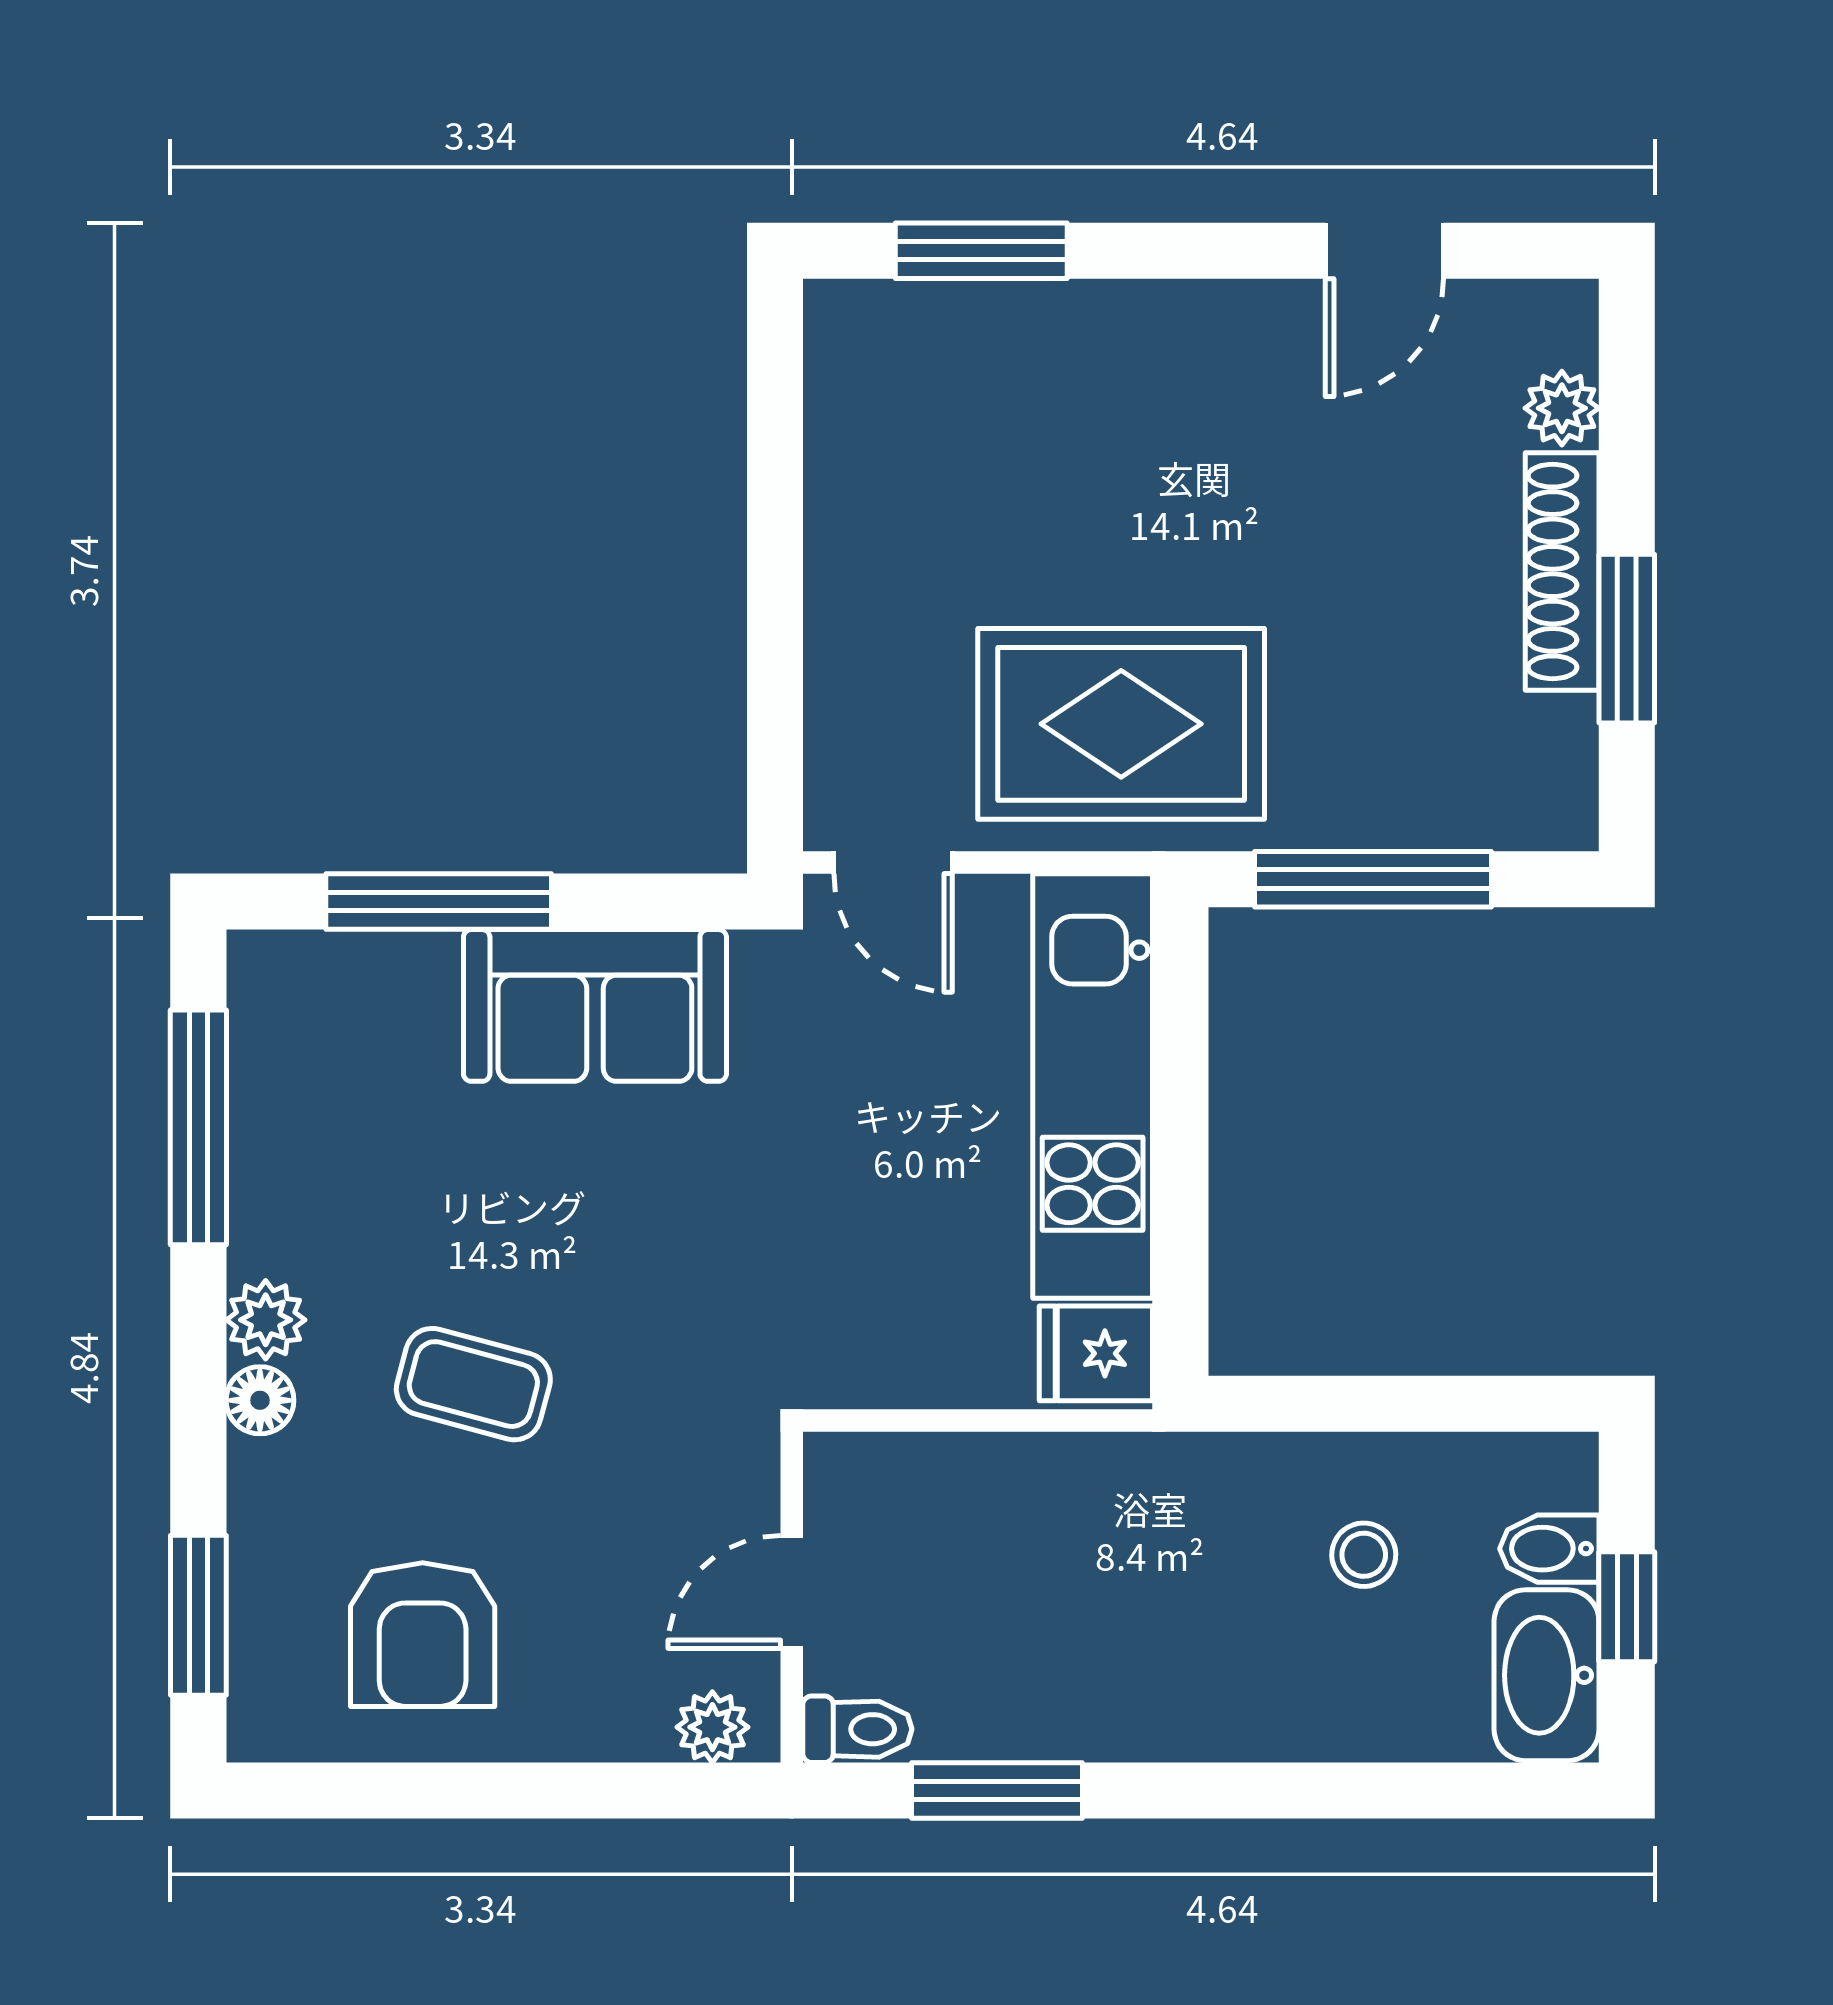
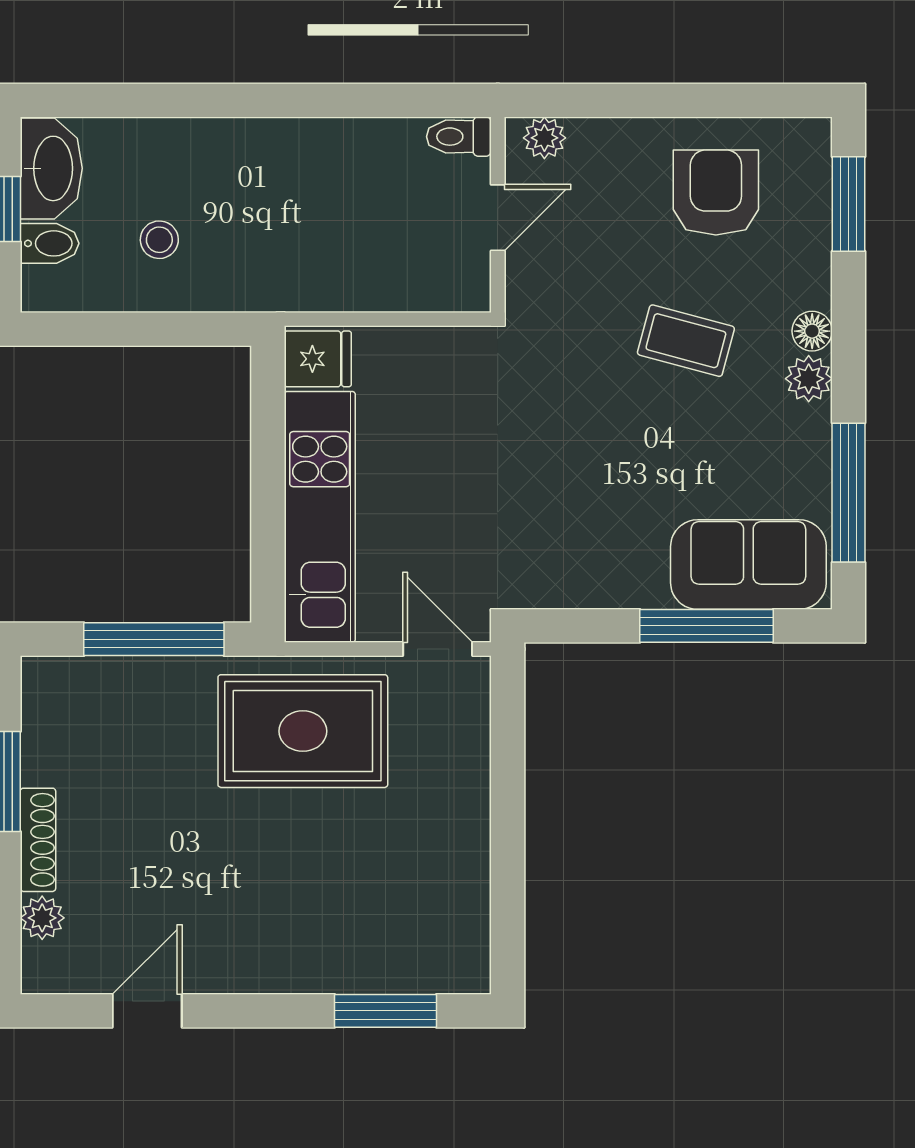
shoe rack: (1562, 572) -> (38, 840), width x0.74, depth x0.81
sofa: (595, 1005) -> (748, 565), moved
window: (997, 1791) -> (376, 100), removed

